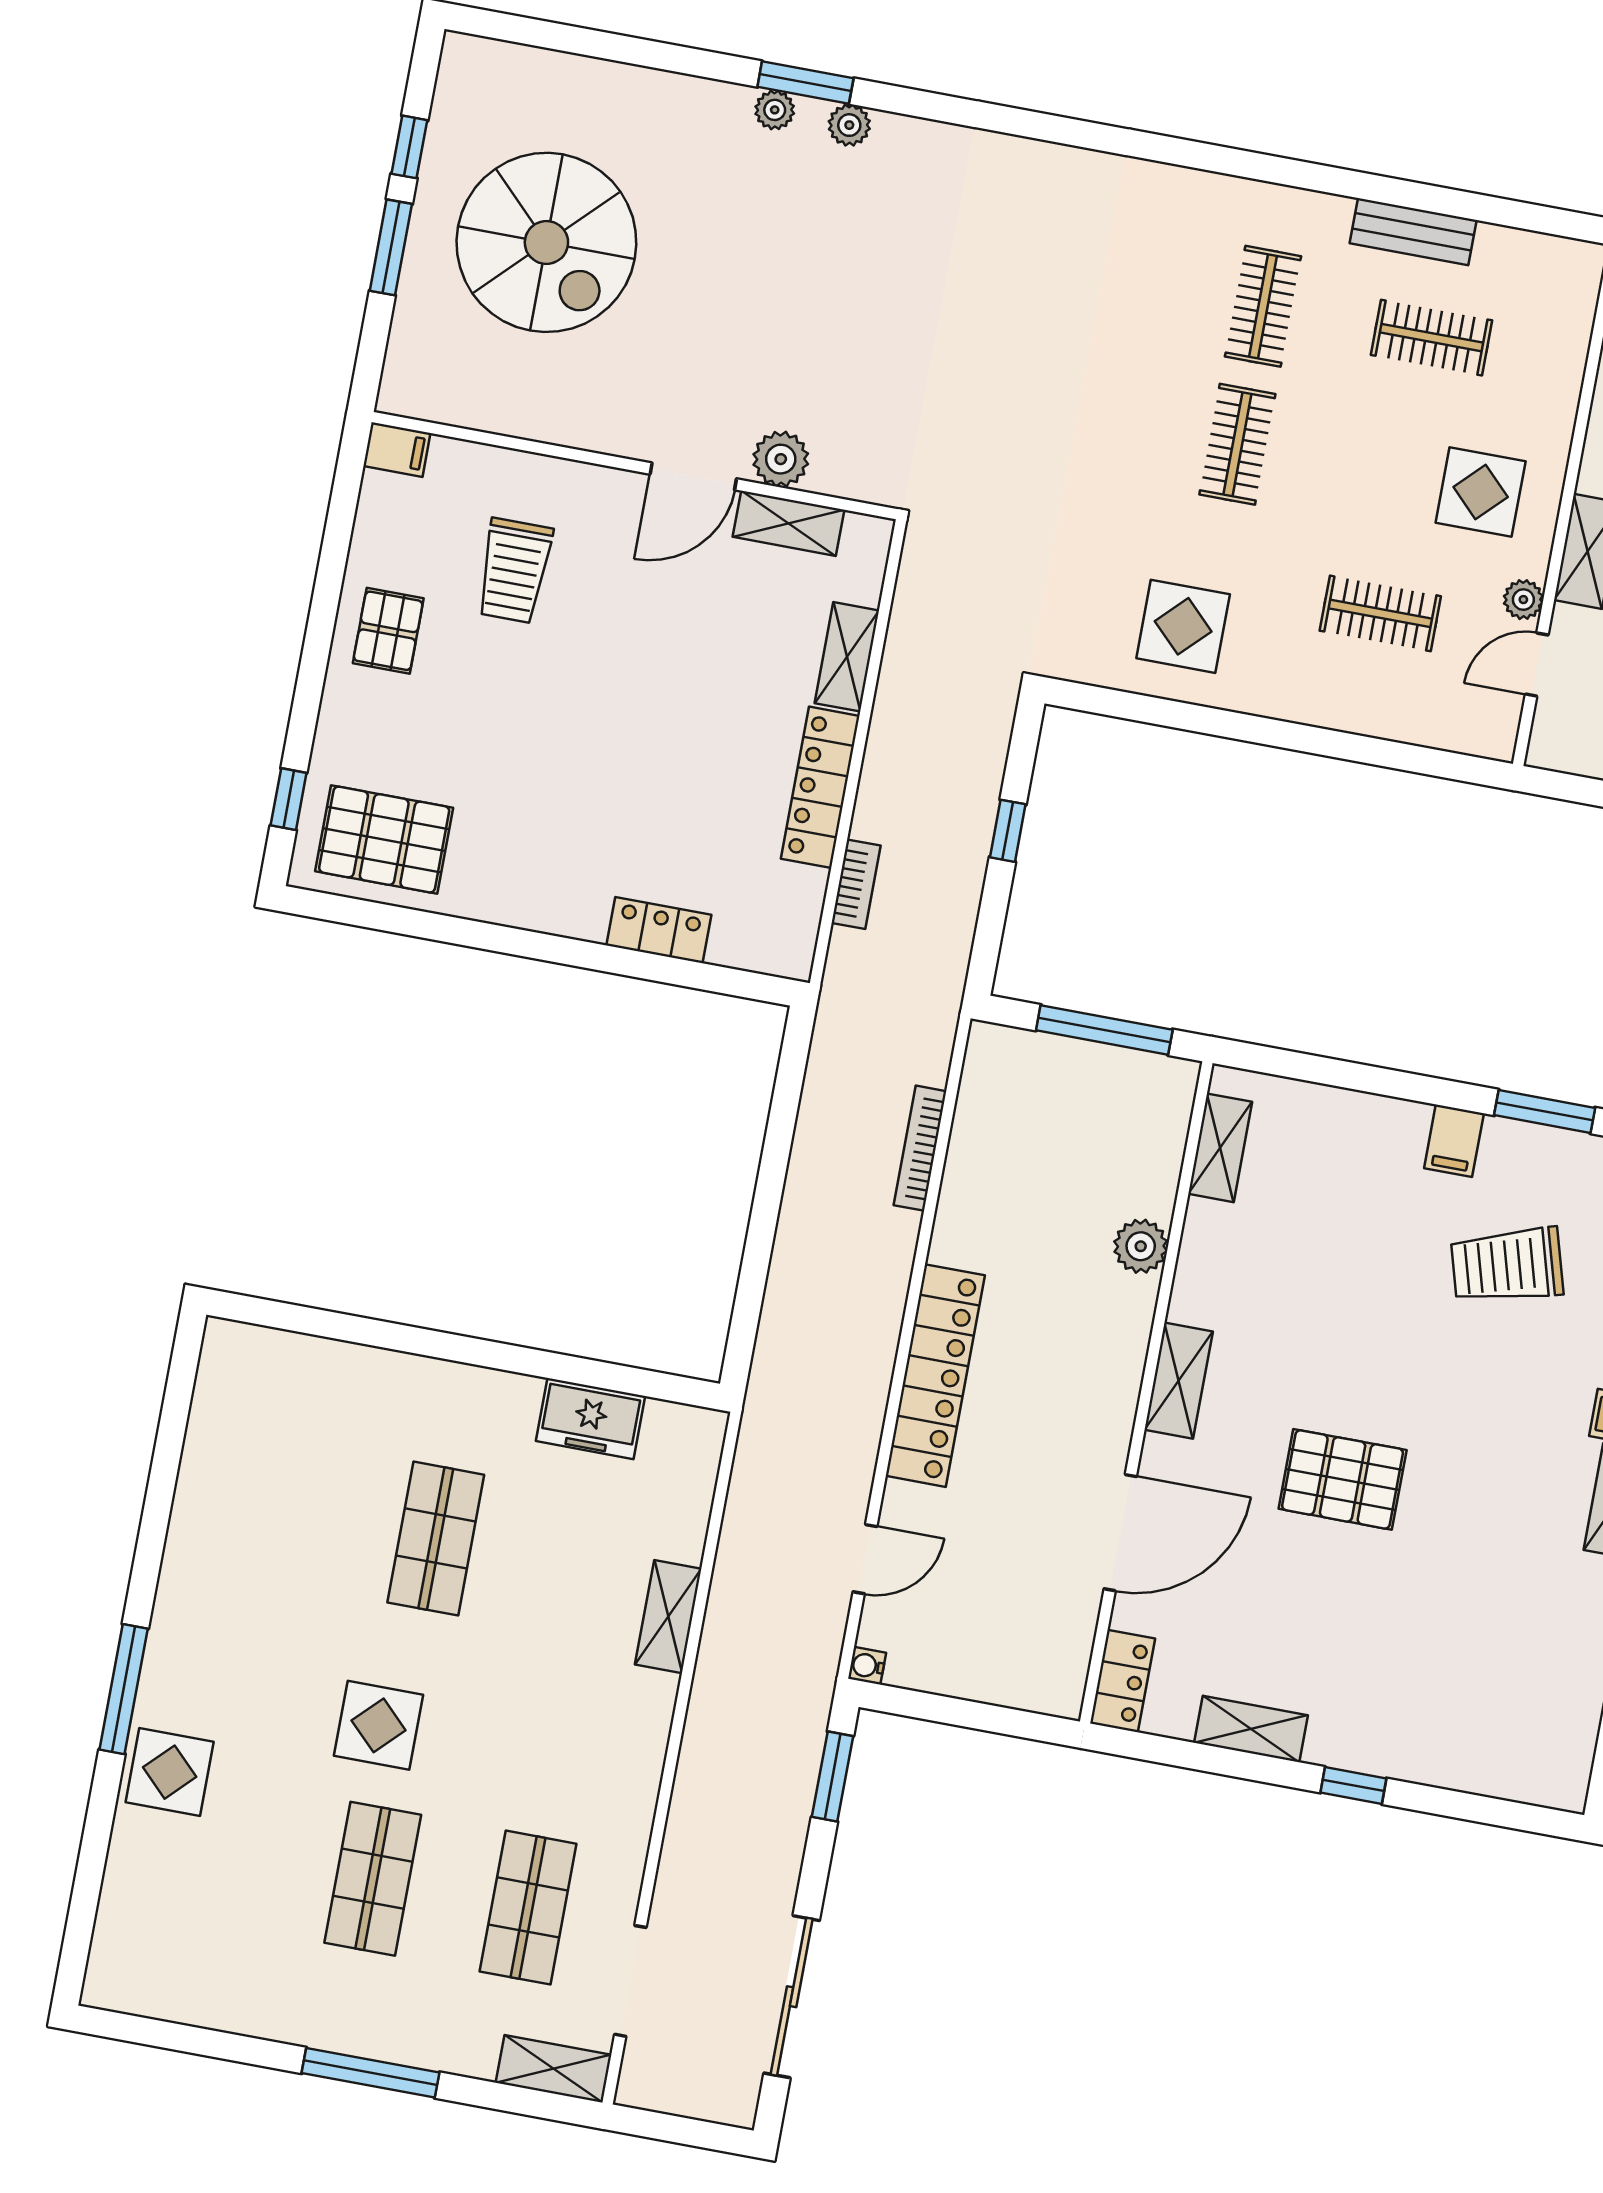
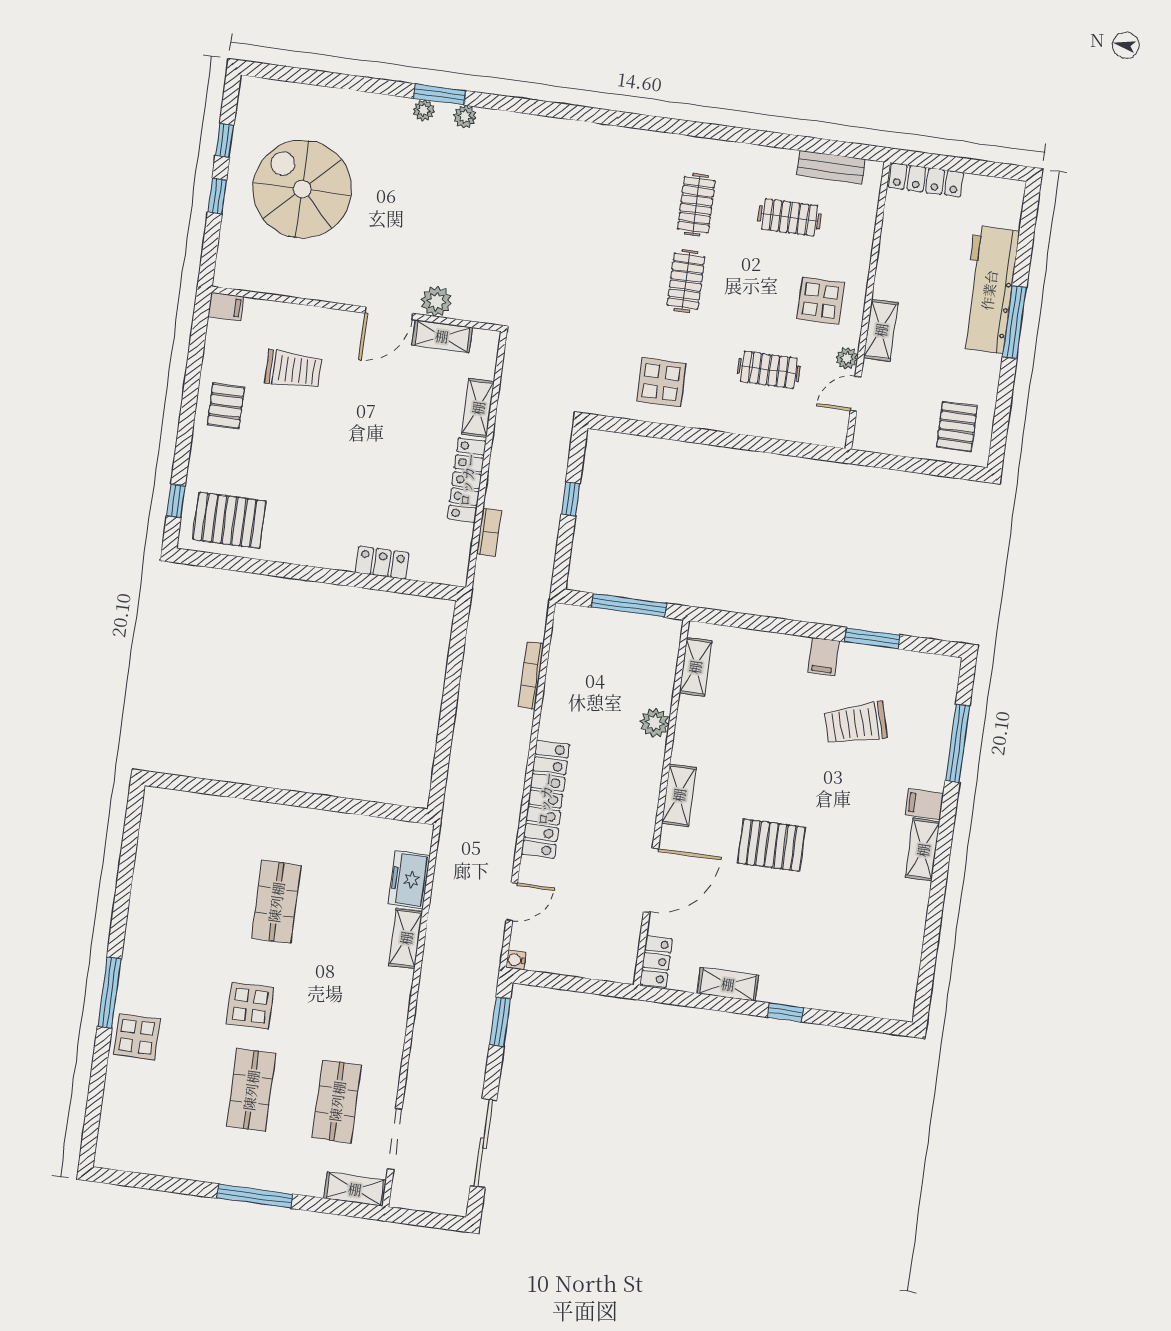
bench: (1413, 232) -> (831, 167), moved
spiral stairs: (546, 242) -> (302, 189), turned 180
window: (391, 247) -> (217, 196), width x0.67
trolley: (514, 571) -> (293, 370), turned -90
freezer: (590, 1419) -> (409, 880), moved, turned 90

